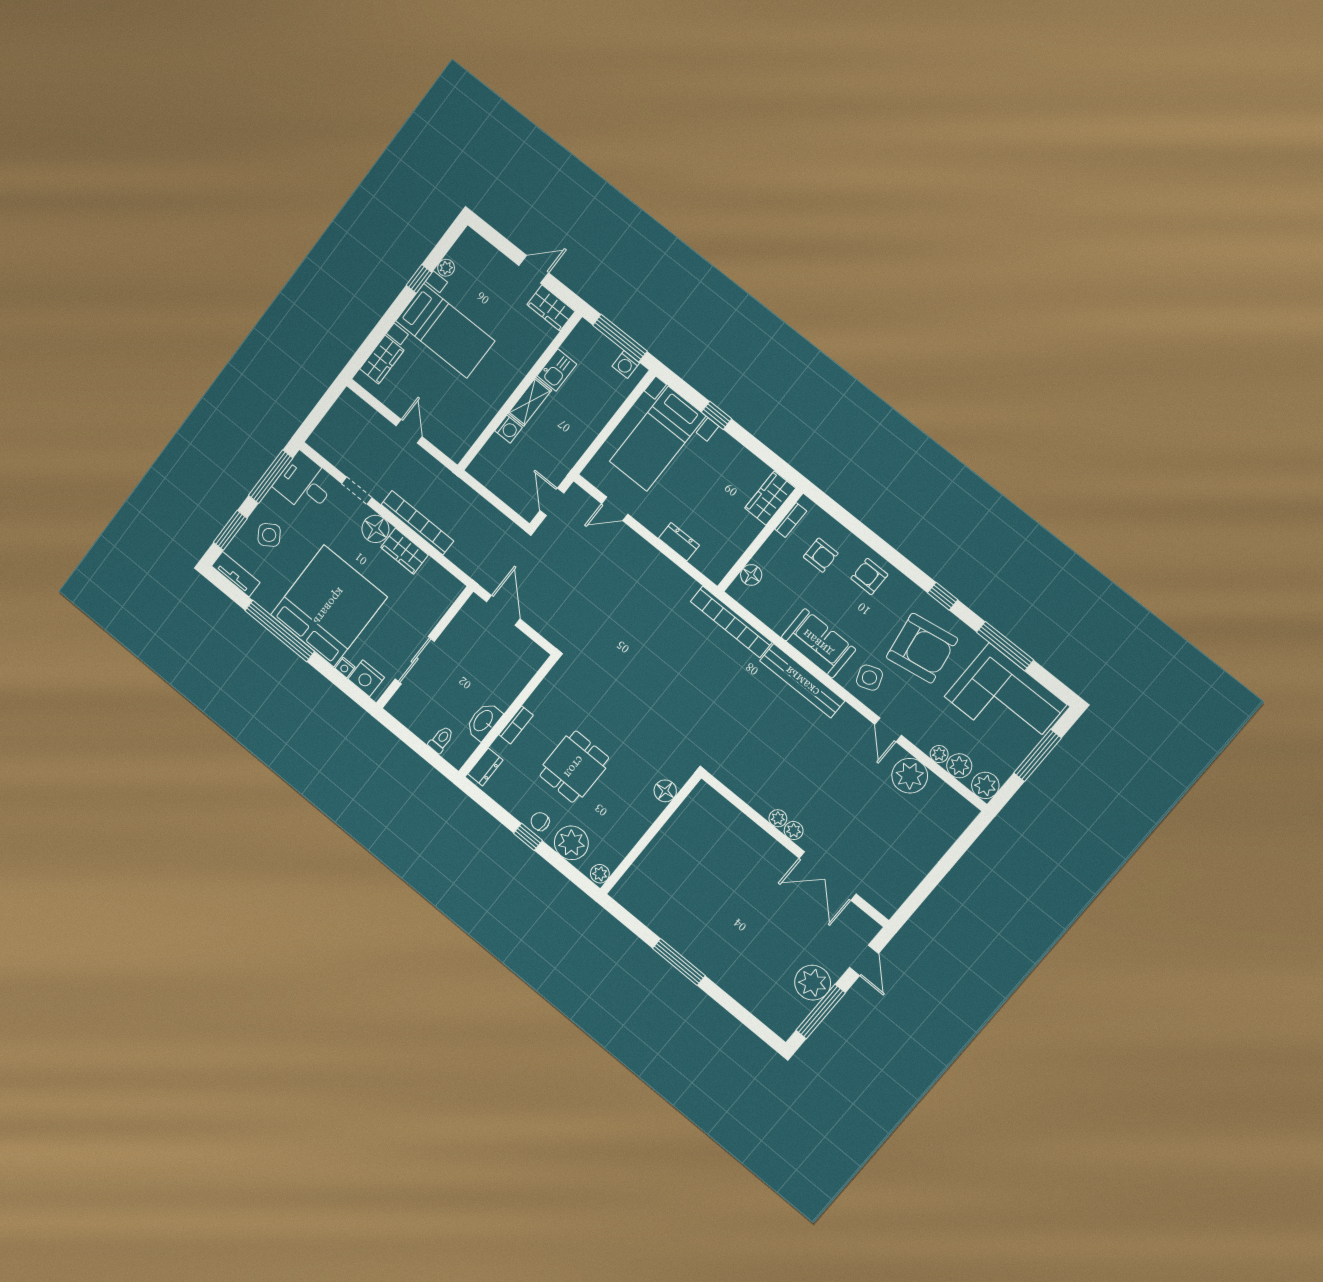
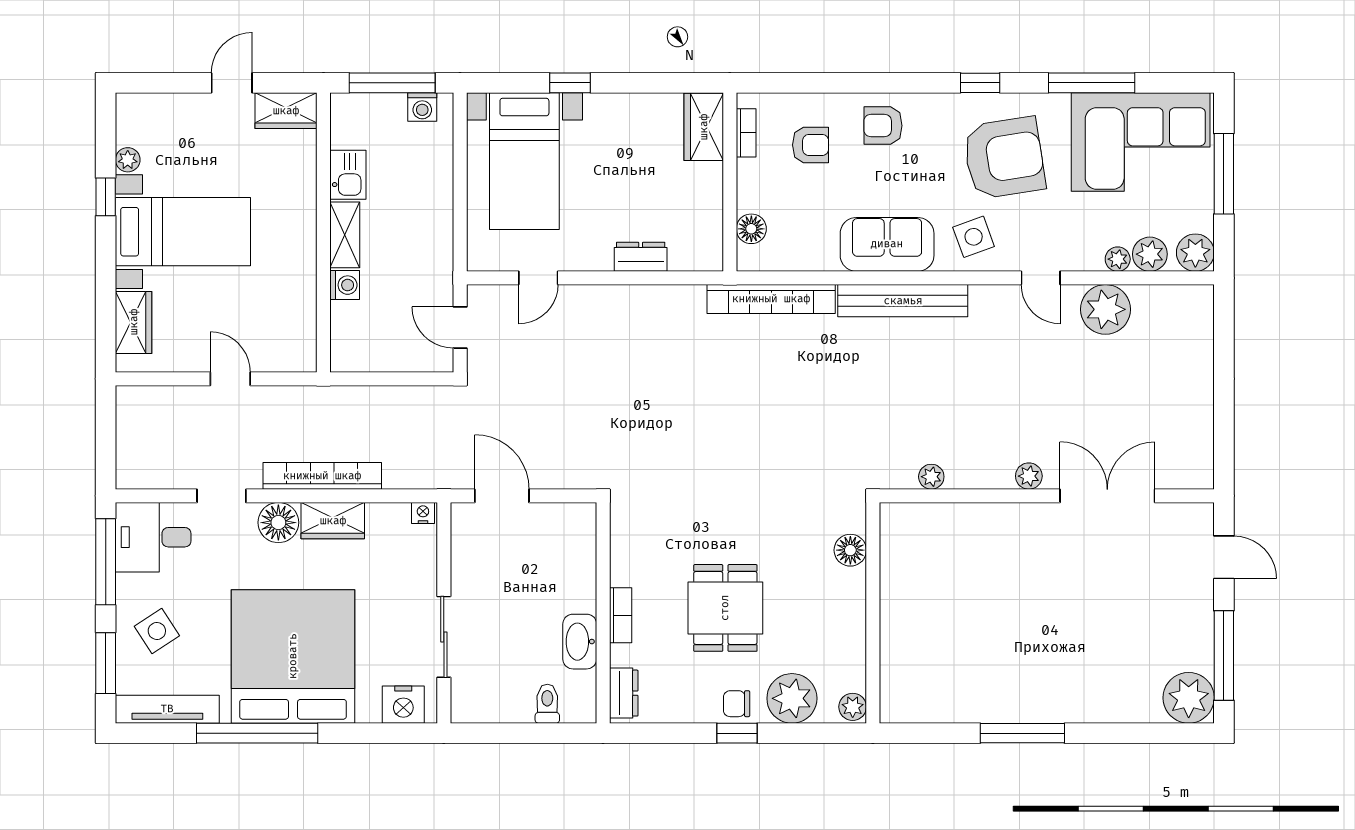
tv unit: (236, 574) -> (167, 709), width x1.41
nightstand: (345, 668) -> (423, 513), moved, turned 180
plant: (778, 818) -> (931, 477), moved
double door: (828, 876) -> (1107, 496), swing flipped
plant: (813, 983) -> (1189, 698), moved

